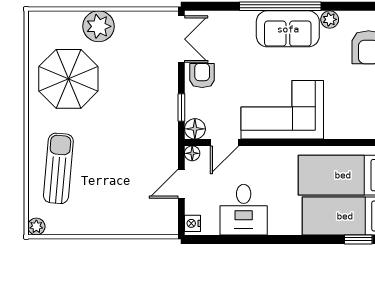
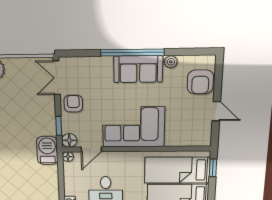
double door: (181, 39) -> (57, 78), swing flipped
barbecue: (164, 144) -> (47, 150), added
door: (181, 184) -> (61, 176), removed

